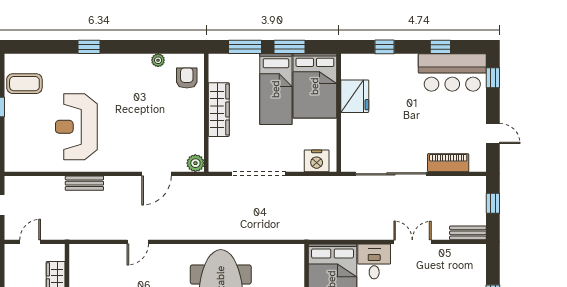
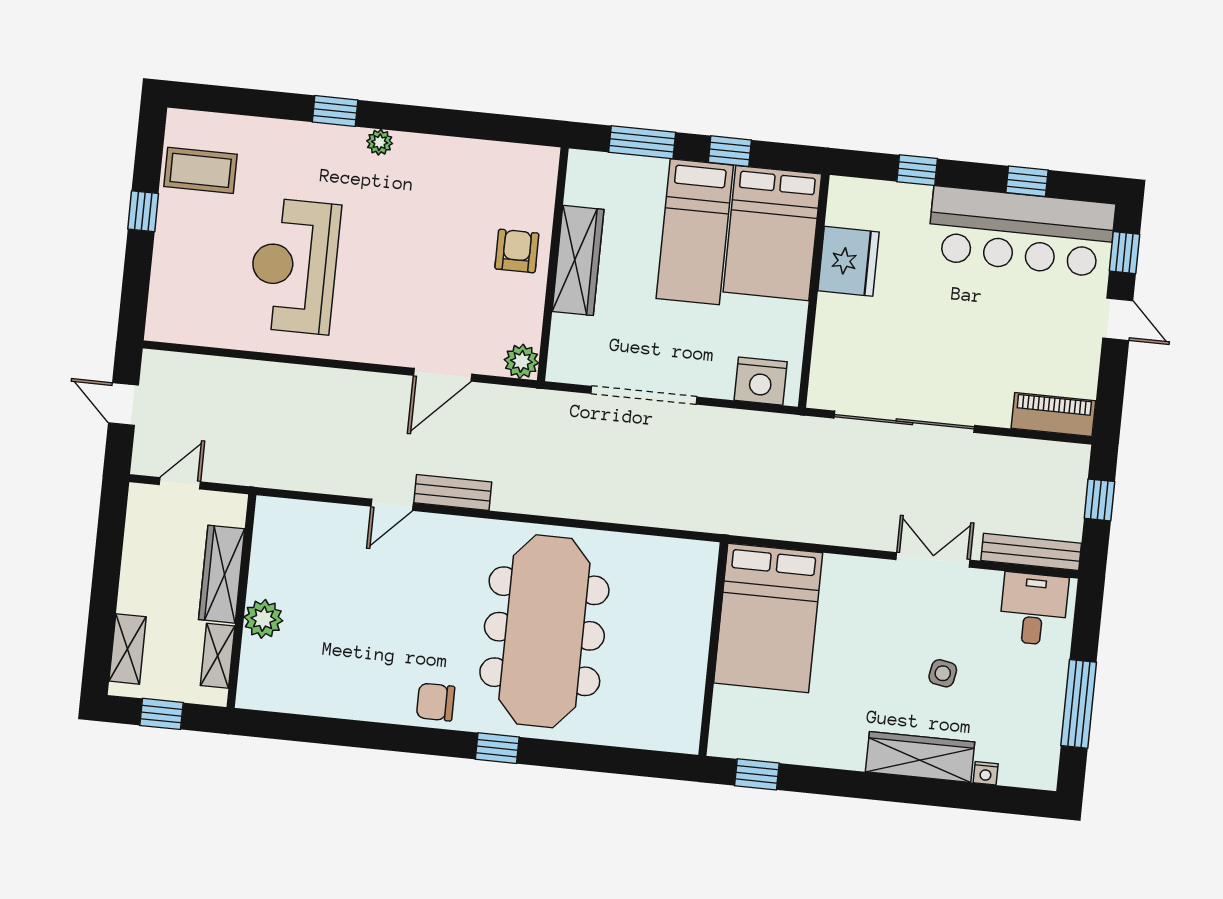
window: (289, 47) -> (730, 151), width x0.67
plant: (158, 60) -> (380, 142), moved
bar counter: (452, 72) -> (1021, 232), width x1.36
armchair: (187, 78) -> (517, 251), moved
door: (493, 133) -> (1118, 319), moved
piano: (448, 163) -> (1053, 415), moved
bench: (84, 183) -> (453, 492), moved
bench: (468, 233) -> (1031, 552), width x1.36
desk: (374, 261) -> (1034, 609), moved

